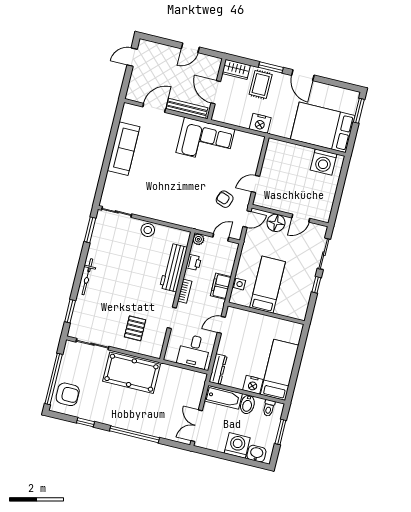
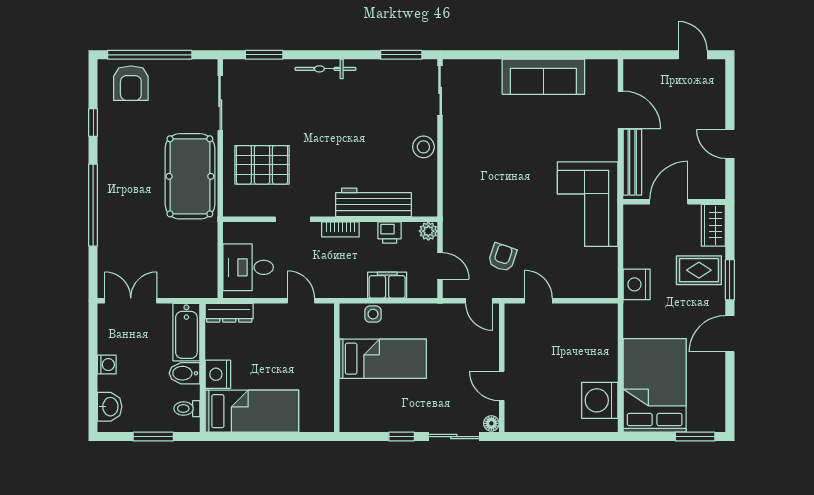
floor lamp: (276, 223) -> (491, 423), moved, width x0.53, depth x0.53
filing cabinet: (221, 286) -> (387, 285), moved
pallet: (135, 328) -> (262, 165), width x1.50, depth x1.42
washing machine: (237, 445) -> (107, 365), width x0.53, depth x0.53

